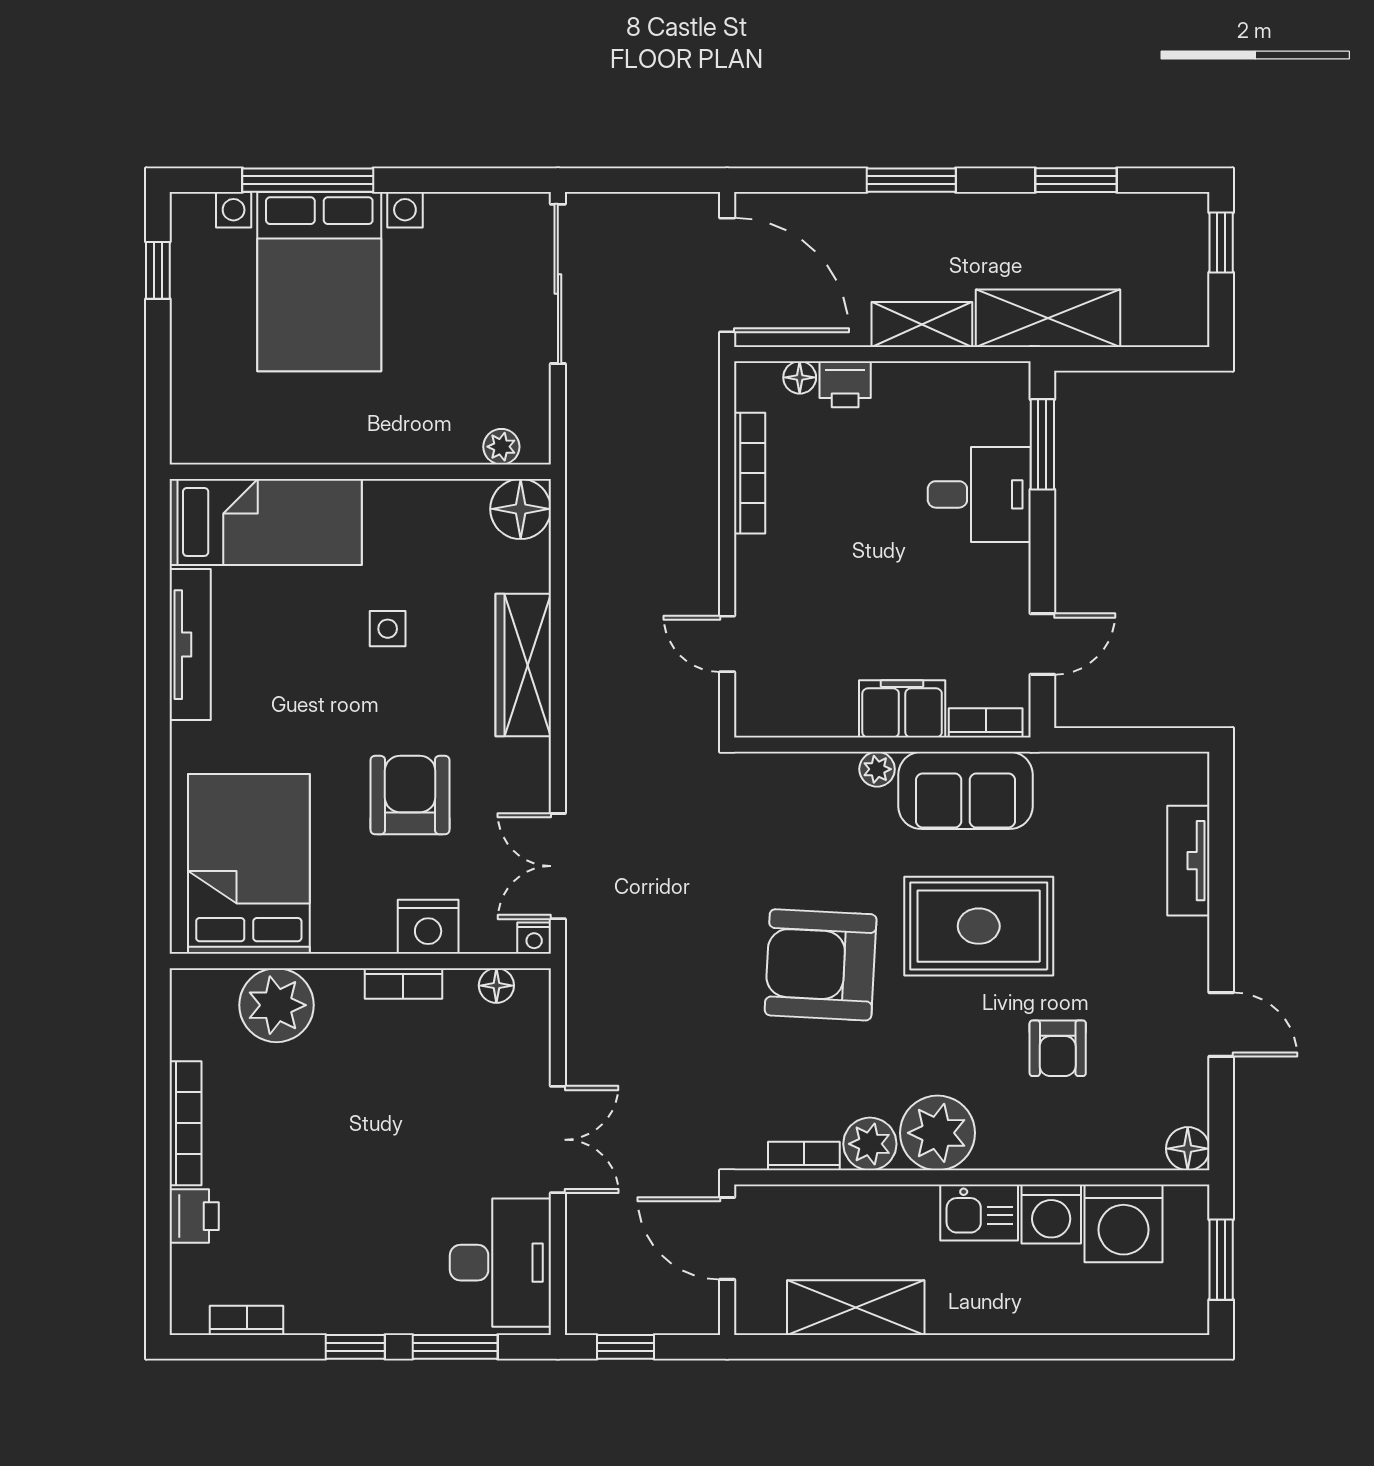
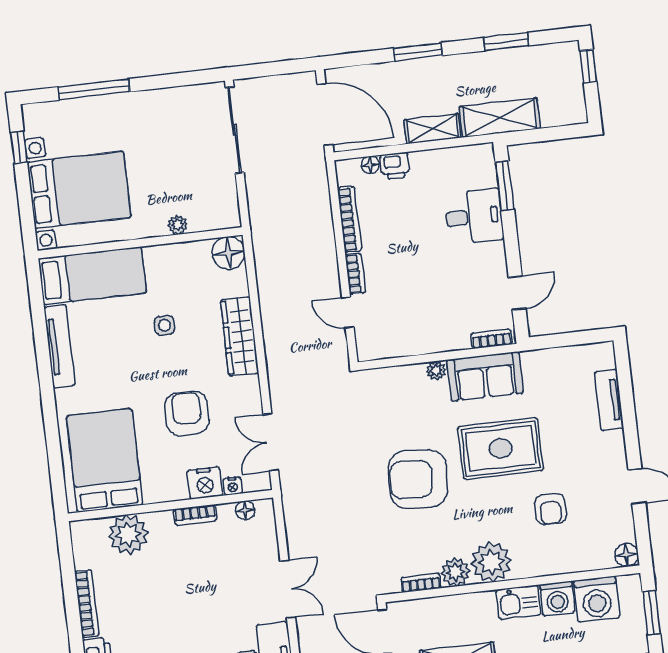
bed with nightstands: (319, 282) -> (79, 190), moved, turned -90
plant: (501, 447) -> (178, 225), moved
bookcase: (749, 575) -> (355, 274), added
filing cabinet: (902, 709) -> (446, 337), removed
nightstand: (534, 938) -> (233, 486), moved

